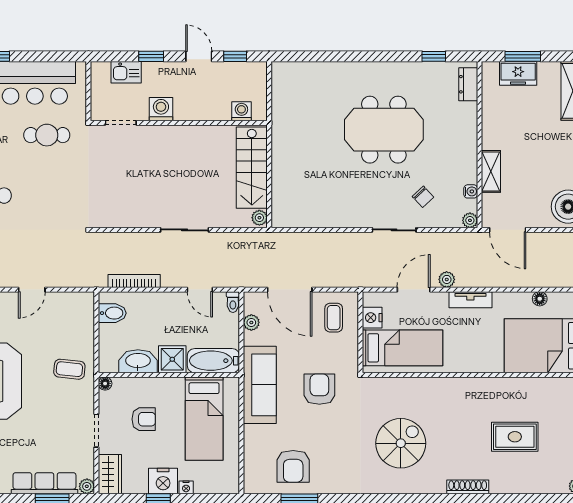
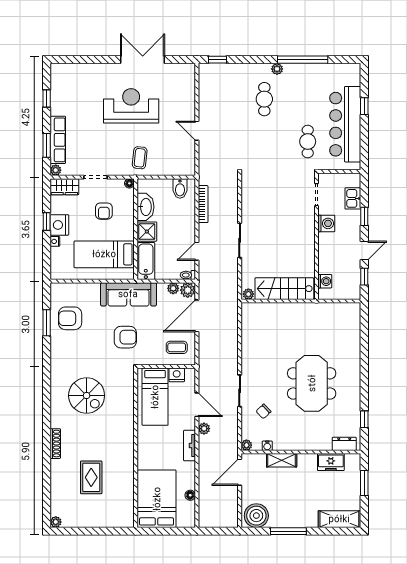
freezer: (518, 73) -> (331, 462), moved, turned -90
plant: (254, 302) -> (188, 290), added

